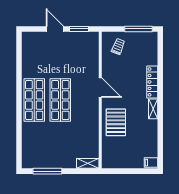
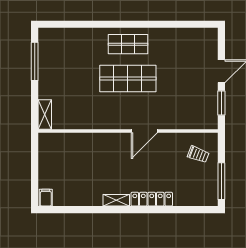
shop shelf: (34, 100) -> (128, 44), width x0.70, depth x0.74
pallet: (116, 122) -> (99, 151), removed

